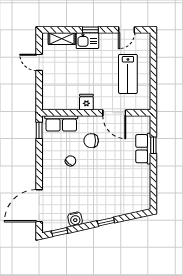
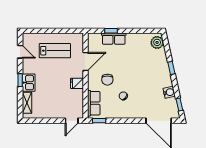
door: (39, 62) -> (72, 121), moved
plant: (138, 204) -> (157, 42), added

